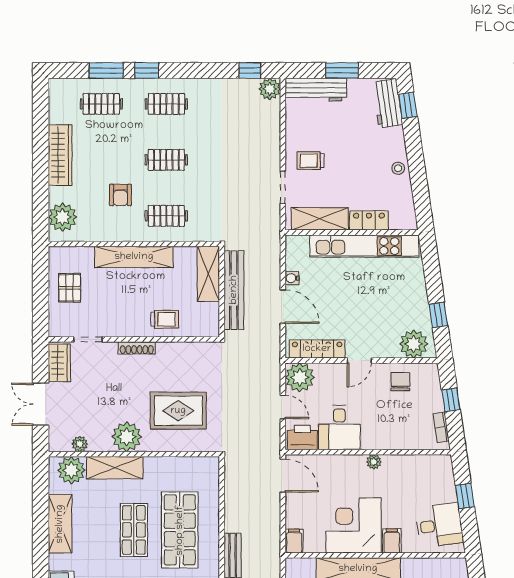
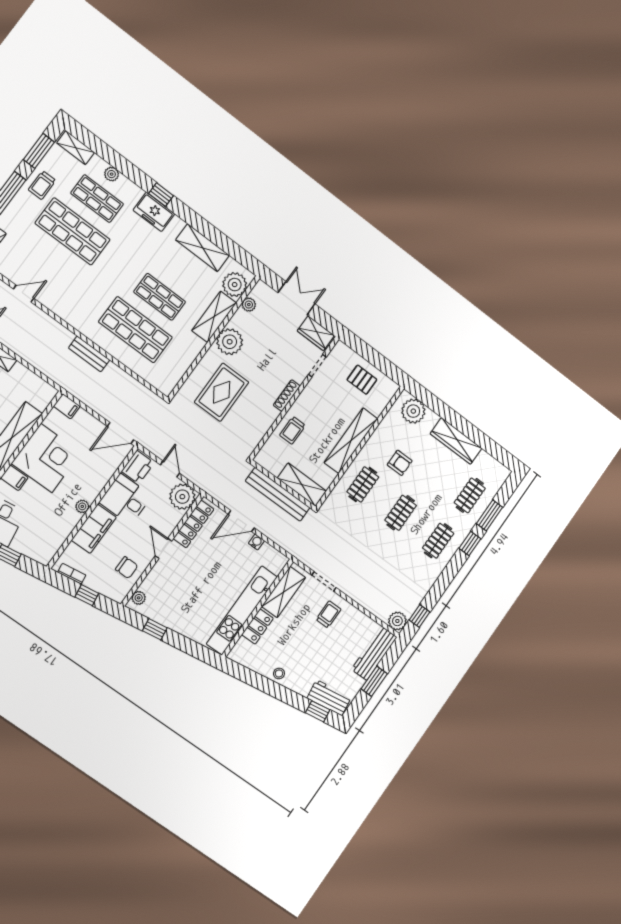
armchair: (120, 195) -> (400, 463), turned 180
plant: (414, 344) -> (139, 598), width x0.53, depth x0.53
door: (283, 407) -> (170, 469), swing flipped
filing cabinet: (387, 437) -> (94, 529), added

